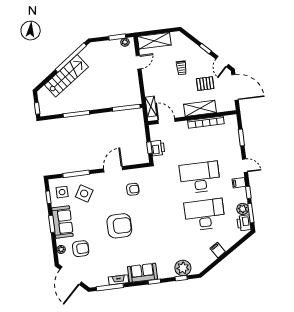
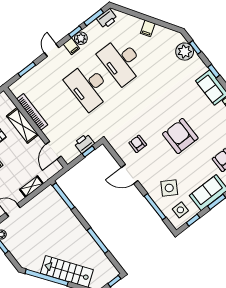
shelving: (151, 106) -> (31, 186), moved
plant: (243, 209) -> (81, 38), moved

